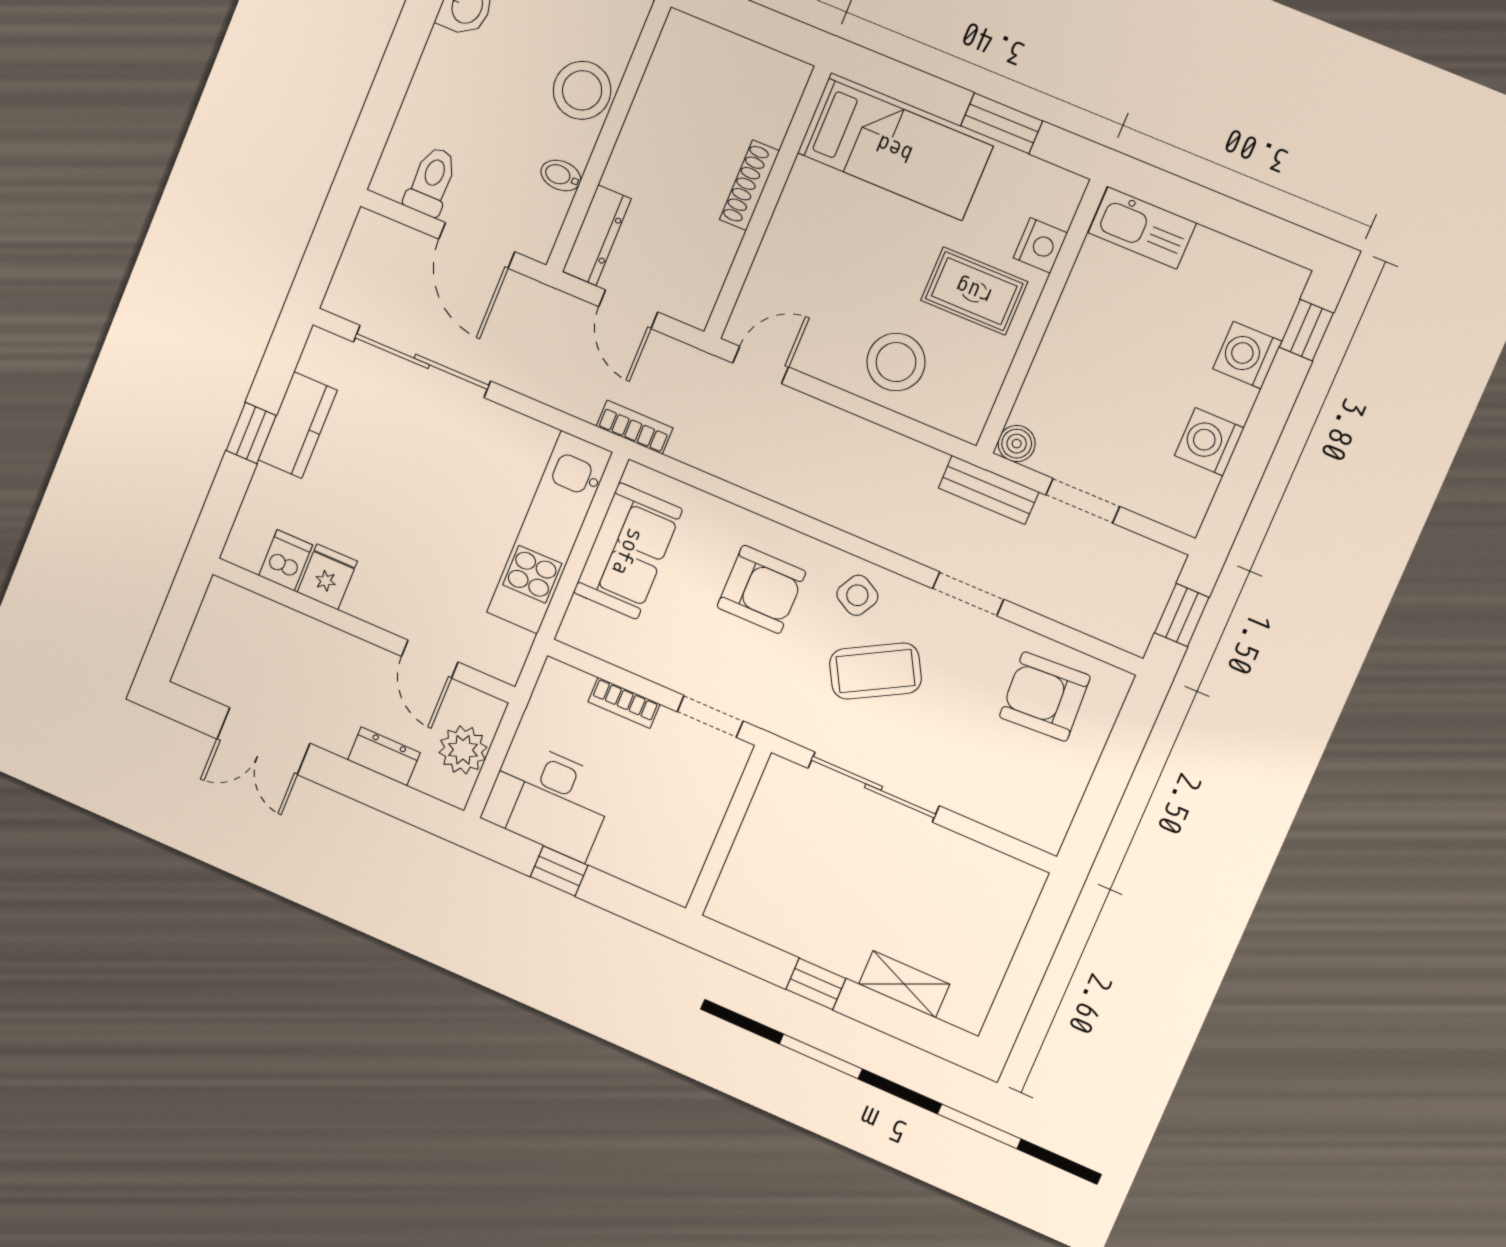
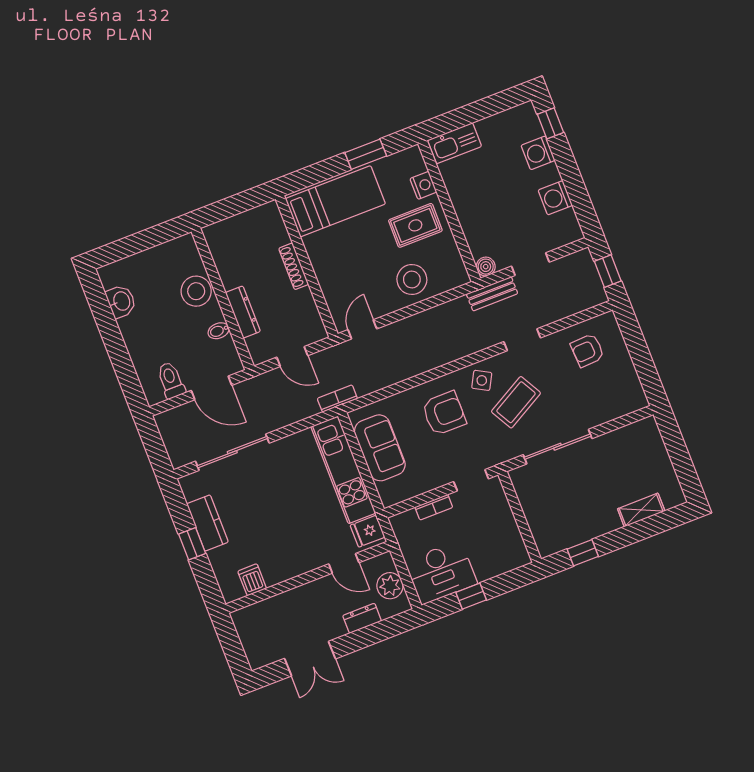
dresser: (597, 235) -> (243, 312), moved
fridge: (327, 577) -> (368, 531), moved, turned -90
armchair: (1045, 697) -> (587, 350), width x0.72, depth x0.72
window: (816, 984) -> (583, 553), moved

